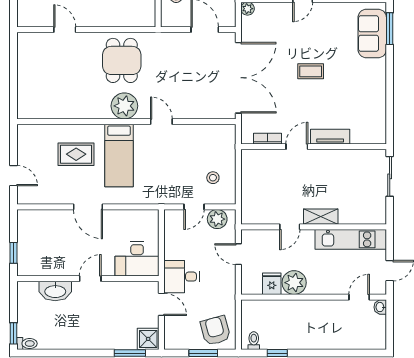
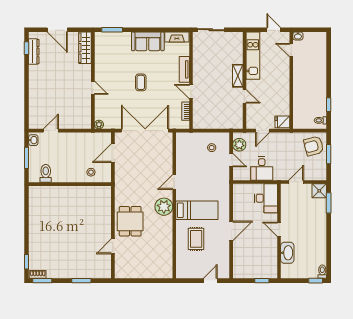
sofa: (372, 34) -> (148, 41), moved
dining table: (122, 60) -> (130, 221), moved, turned 90
fireplace: (379, 125) -> (177, 37), added
desk: (182, 277) -> (262, 169), moved
plant: (294, 283) -> (282, 93), removed
fridge: (272, 284) -> (282, 122), moved

